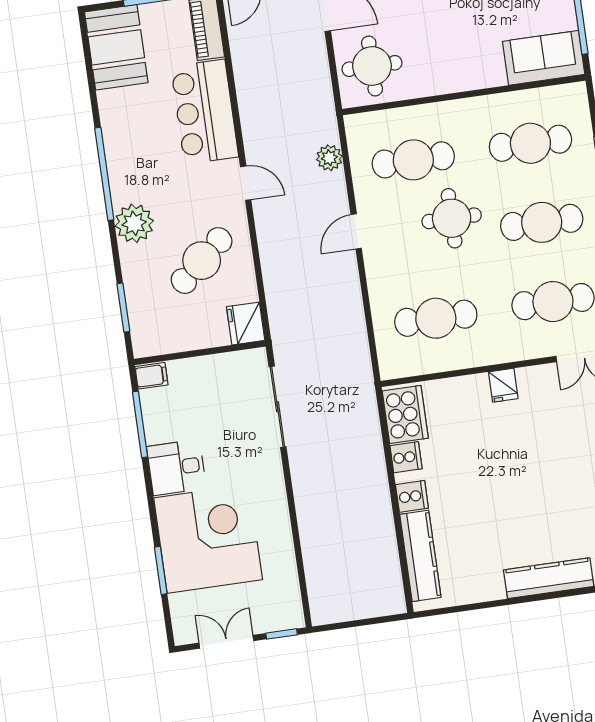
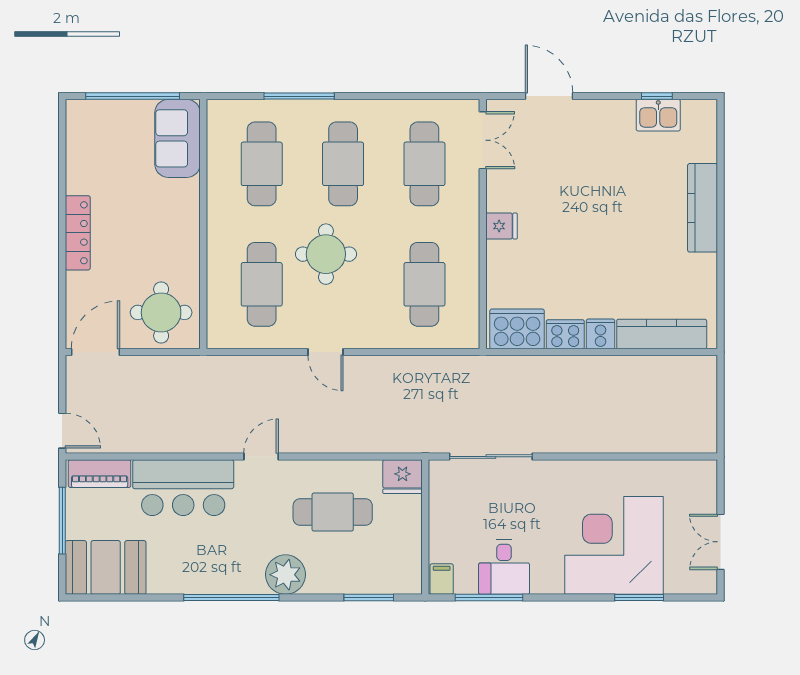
plant: (329, 158) -> (247, 369), removed
cafe table: (202, 261) -> (333, 512), turned -49
cooker: (406, 457) -> (565, 334), width x1.36
desk: (176, 467) -> (504, 567), moved
window: (282, 634) -> (720, 485), removed

